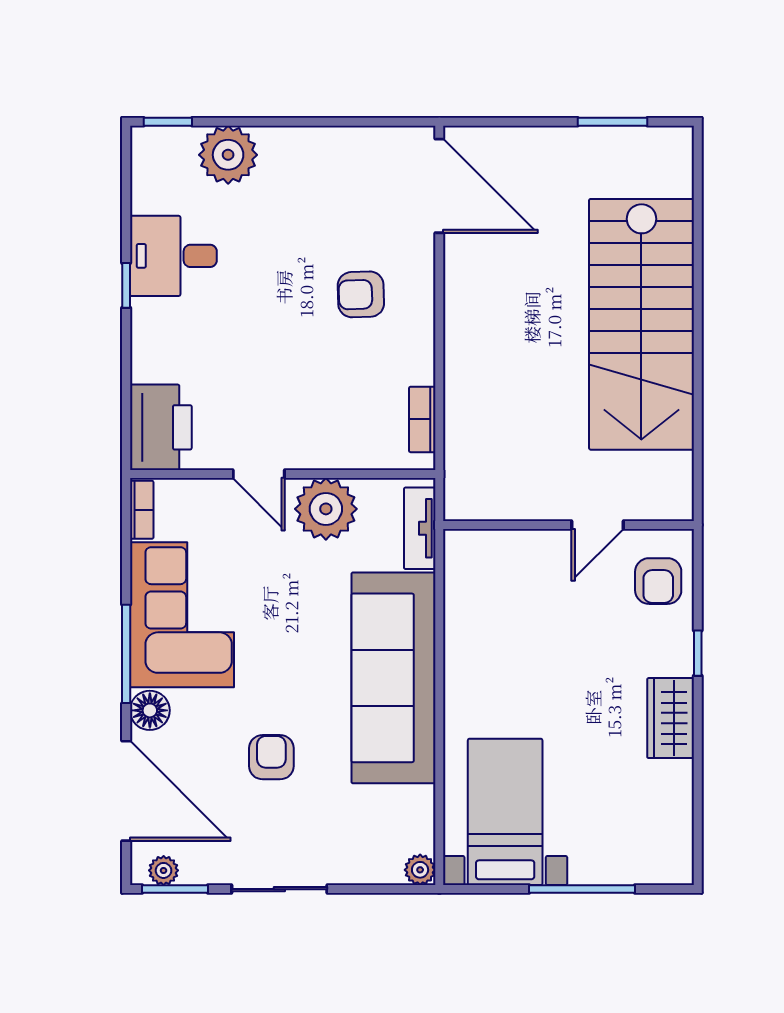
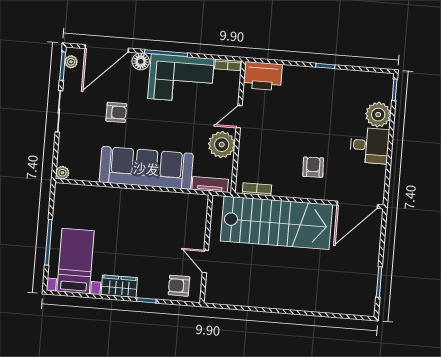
desk: (173, 256) -> (370, 145), moved, turned 90
stairs: (641, 324) -> (276, 223), moved, turned 180
bed with nightstands: (505, 812) -> (76, 261), moved, turned -90

